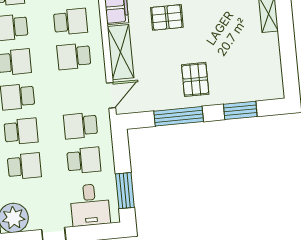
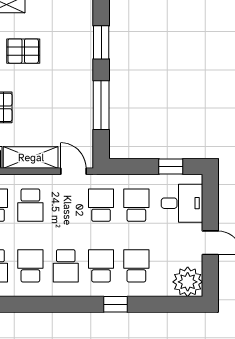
pallet: (195, 79) -> (23, 51), moved
school desk: (80, 126) -> (101, 205), turned 180
window: (125, 191) -> (171, 167), width x0.67

